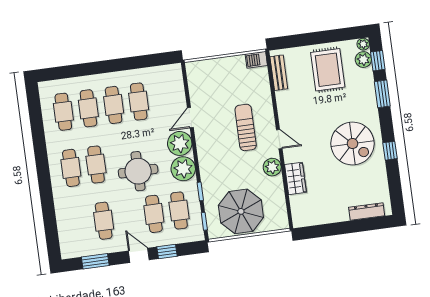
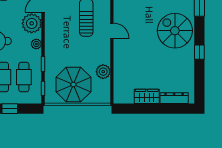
spiral stairs: (352, 144) -> (175, 31), moved, turned 180
plant: (272, 167) -> (103, 72), moved
plant: (183, 169) -> (36, 44), width x0.53, depth x0.53
wardrobe: (295, 178) -> (147, 96), moved, turned -90

